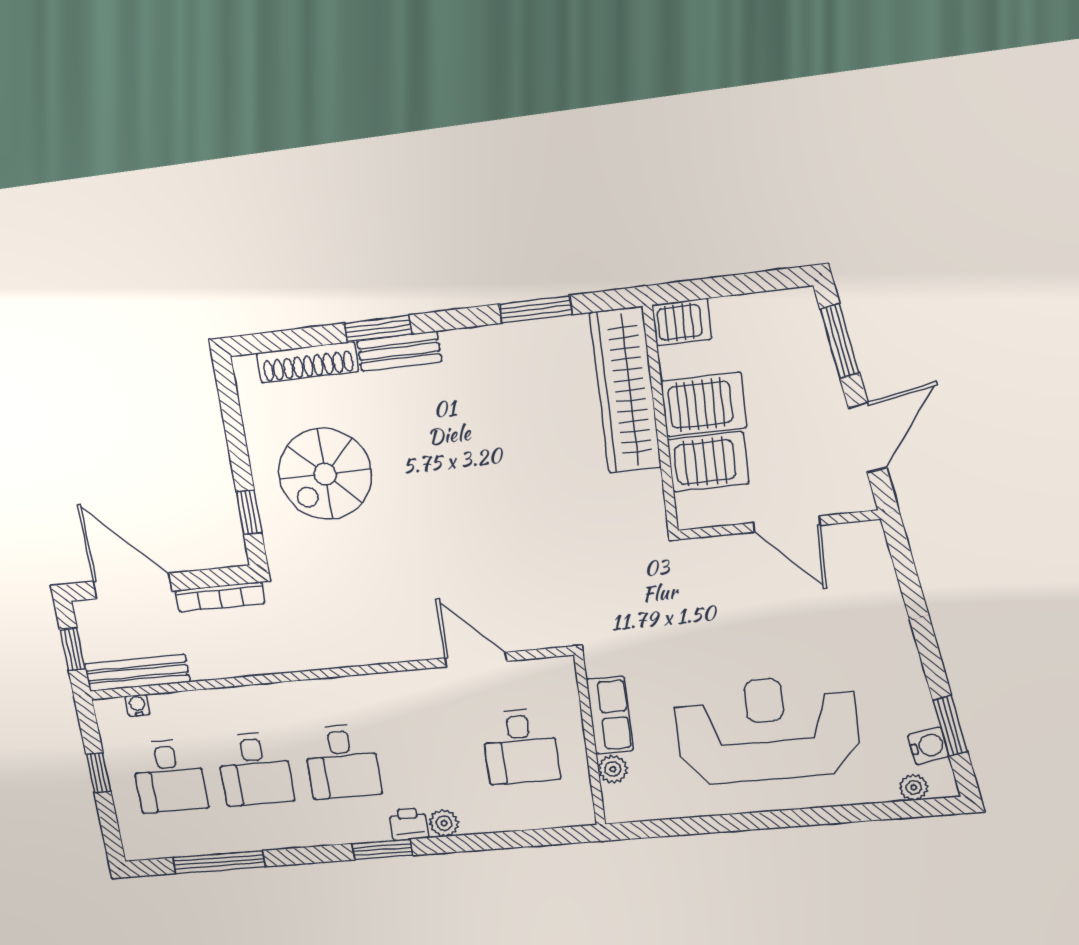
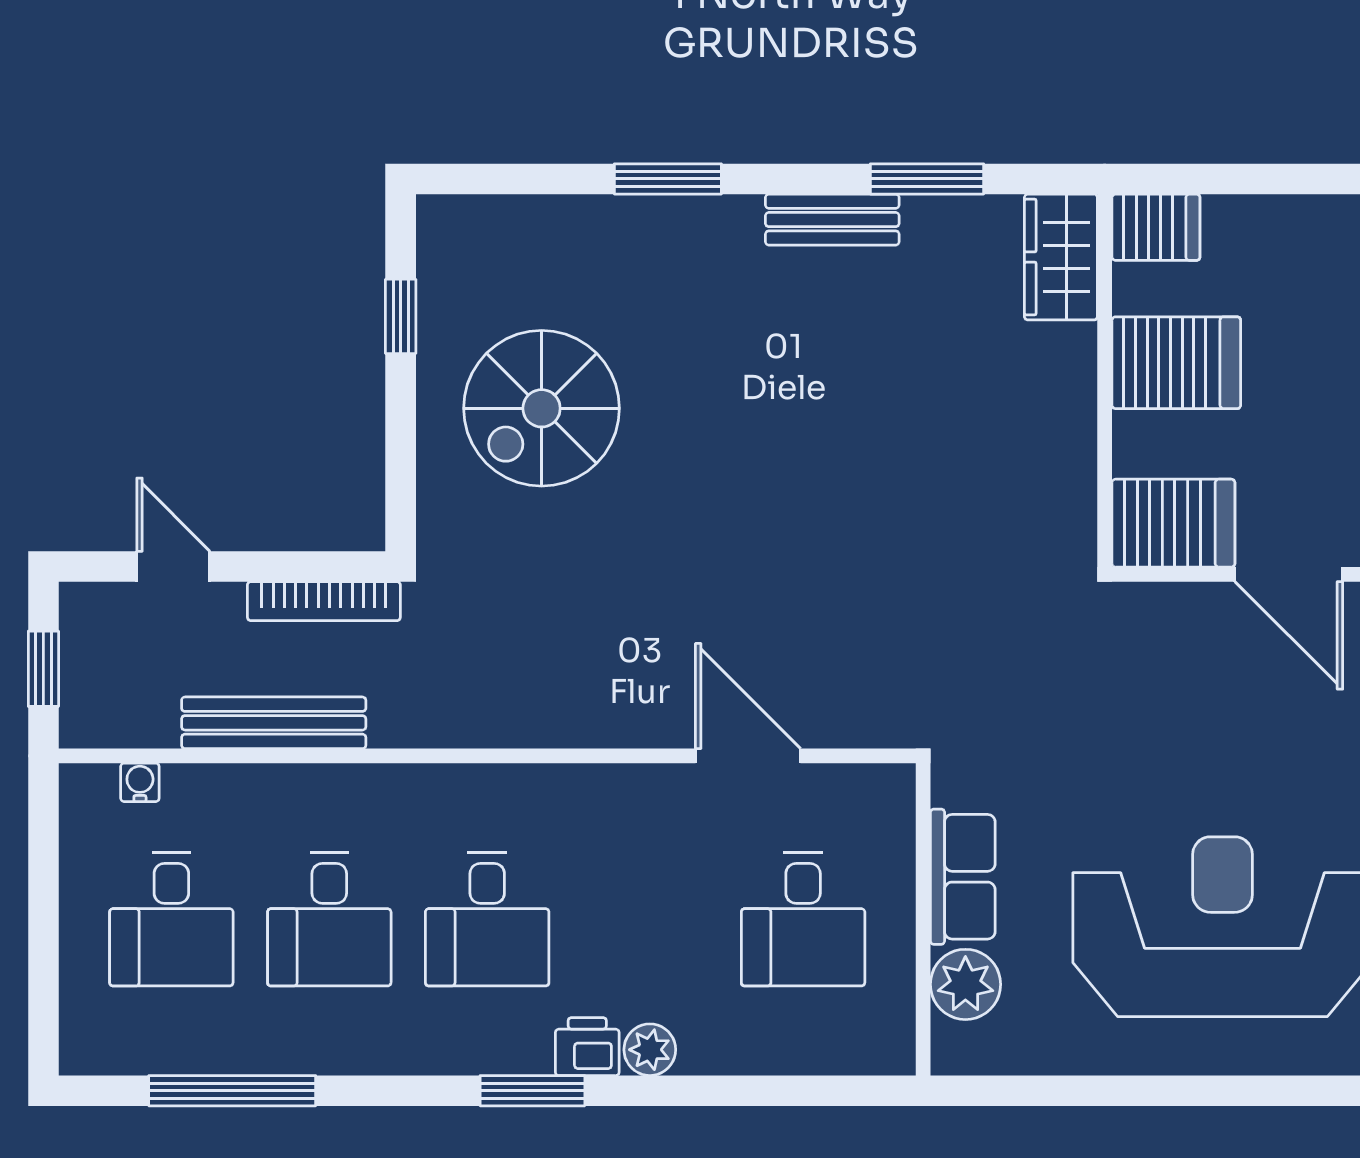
bench: (399, 351) -> (832, 220), moved
shoe rack: (308, 362) -> (543, 220), removed
wardrobe: (626, 391) -> (1061, 257), width x0.48, depth x0.85
server rack: (708, 462) -> (1173, 523), moved
window: (249, 512) -> (401, 316), moved
door: (133, 586) -> (173, 566), width x0.53
bench: (137, 673) -> (274, 723), moved
plant: (613, 769) -> (965, 984), width x1.38, depth x1.38
window: (98, 773) -> (43, 901), removed

